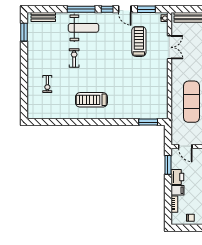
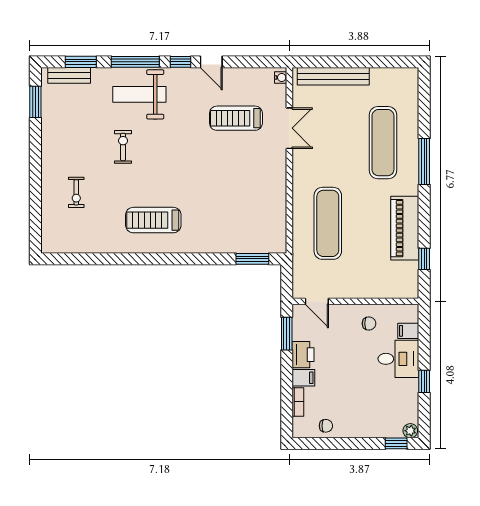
window: (146, 9) -> (81, 62), moved
weight bench: (83, 28) -> (139, 94), turned 180
treadmill: (139, 41) -> (236, 118), turned -90

